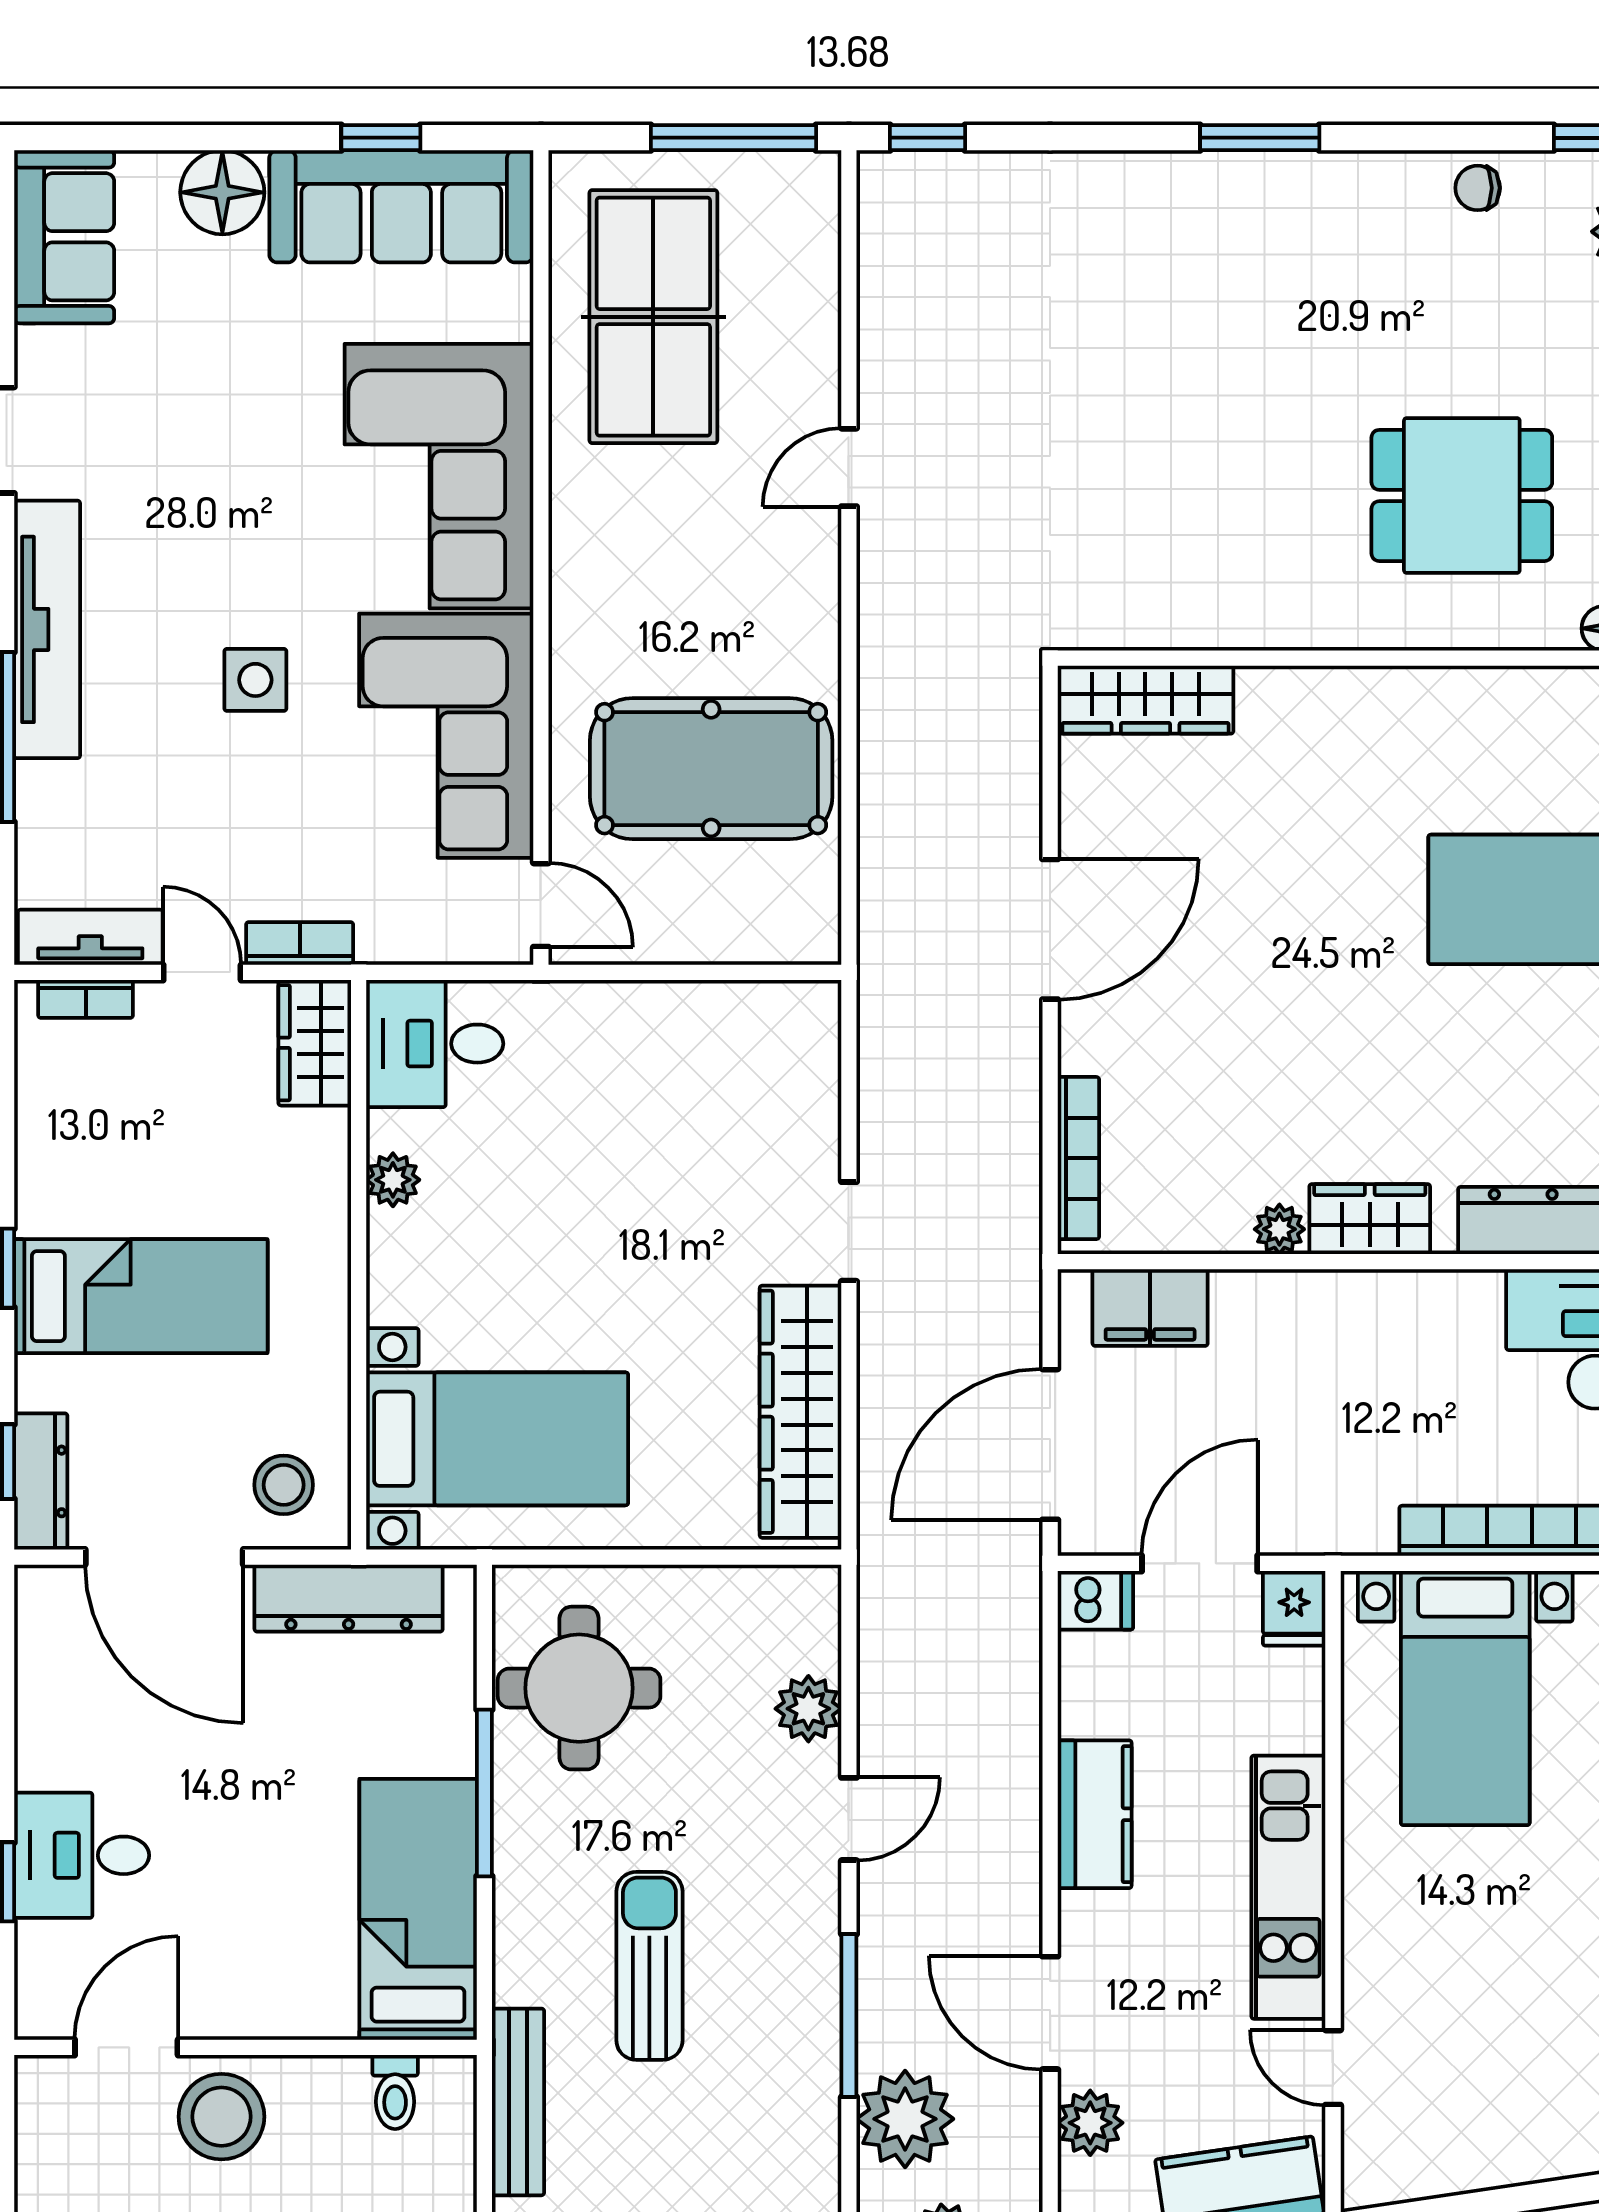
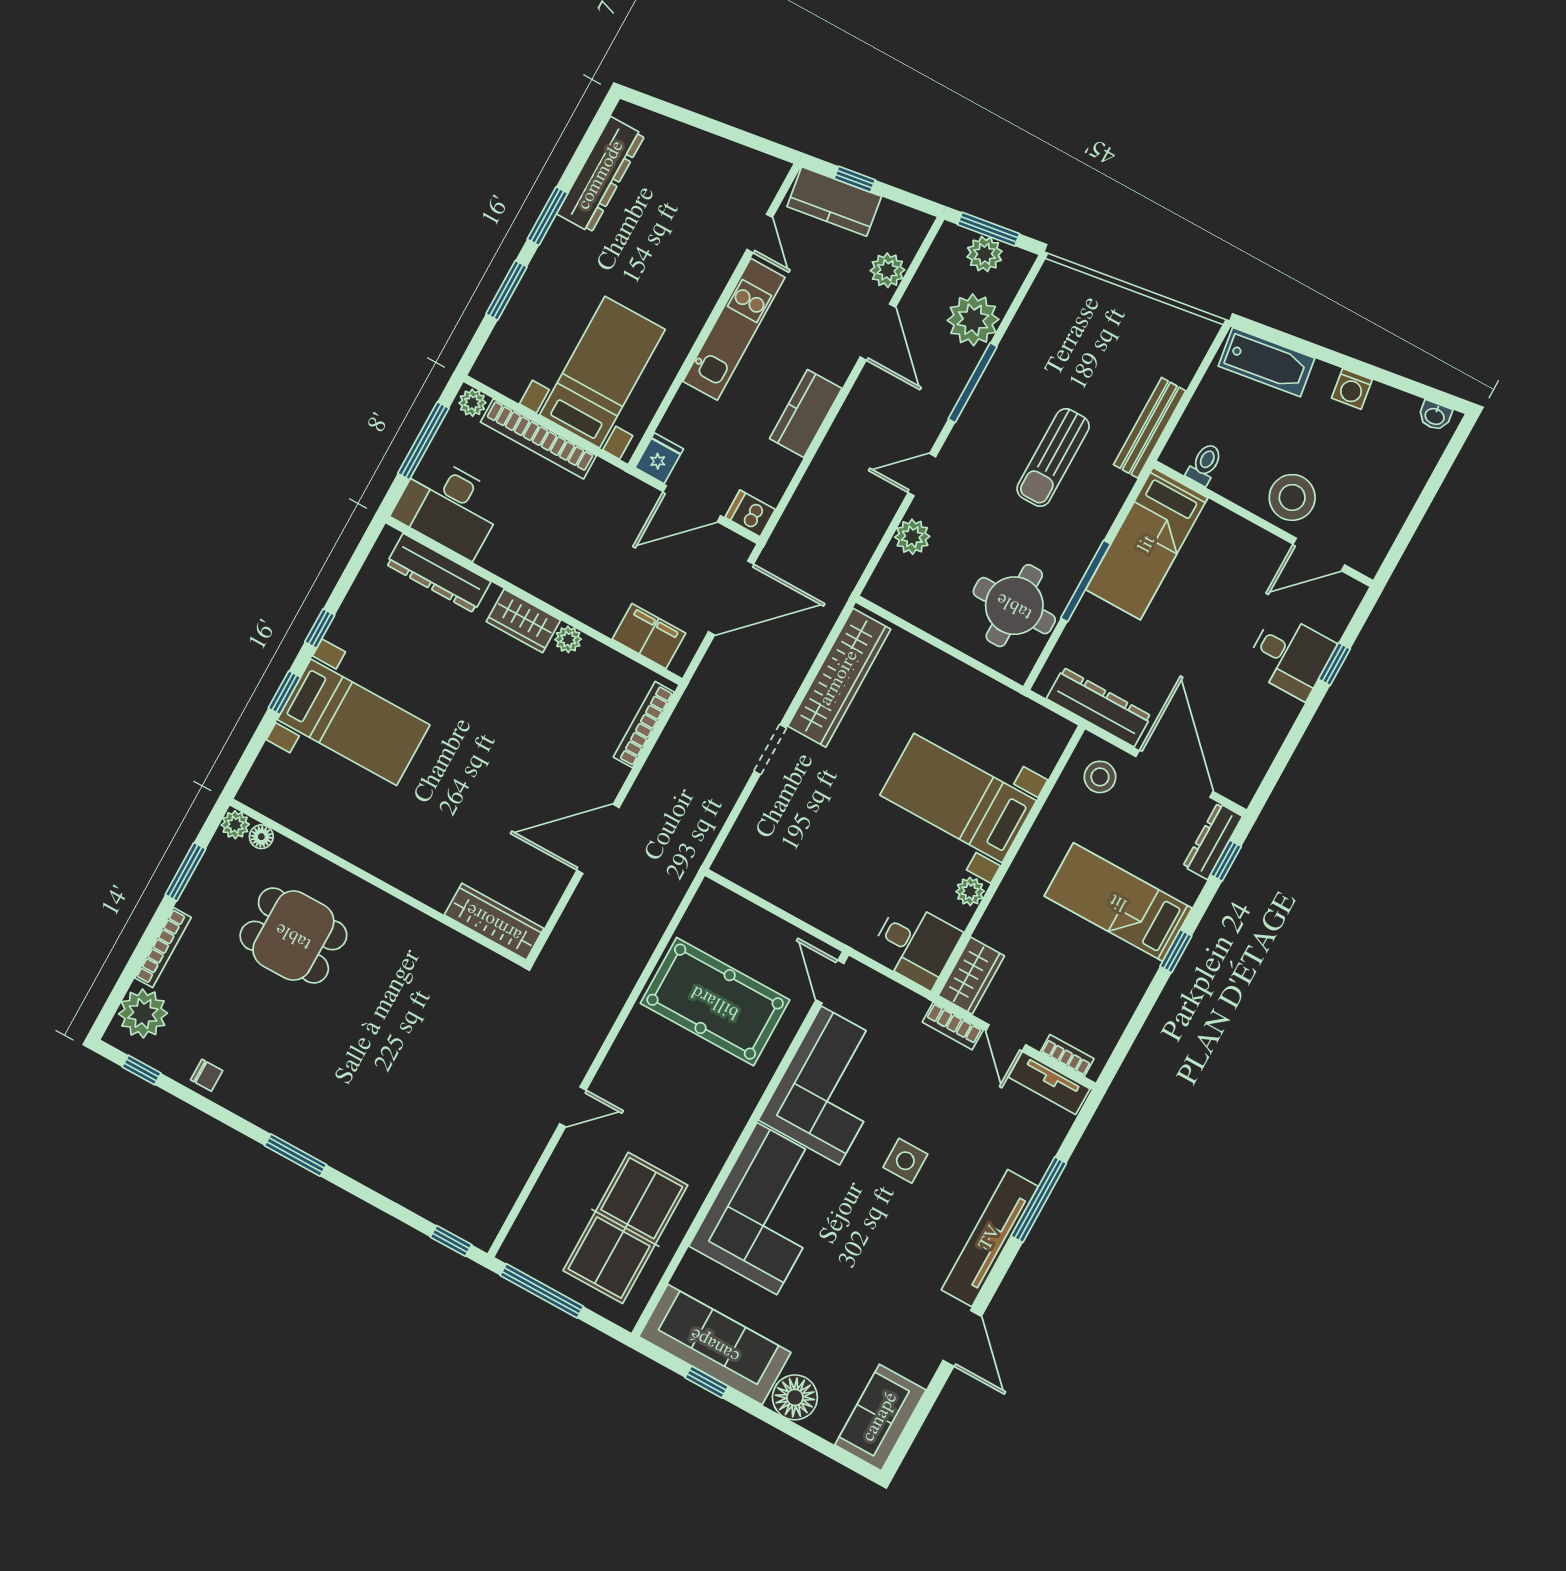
bed with nightstands: (497, 1439) -> (958, 798), moved

